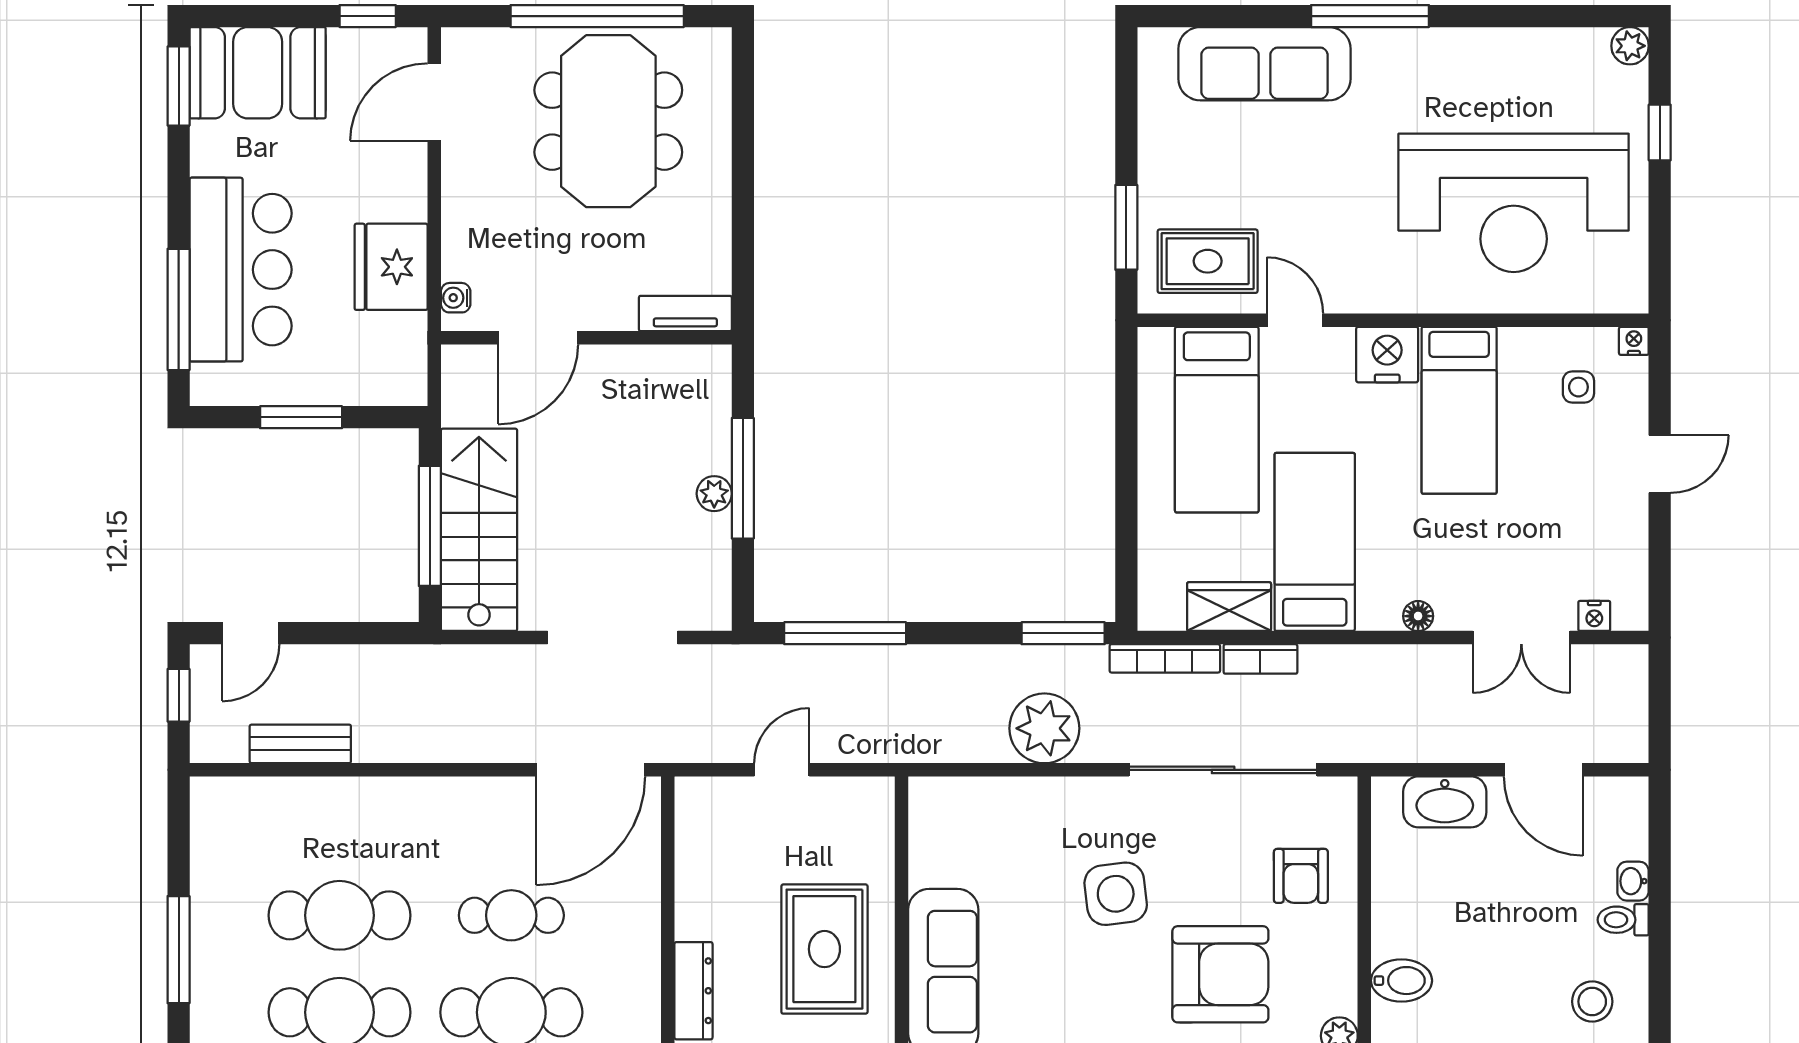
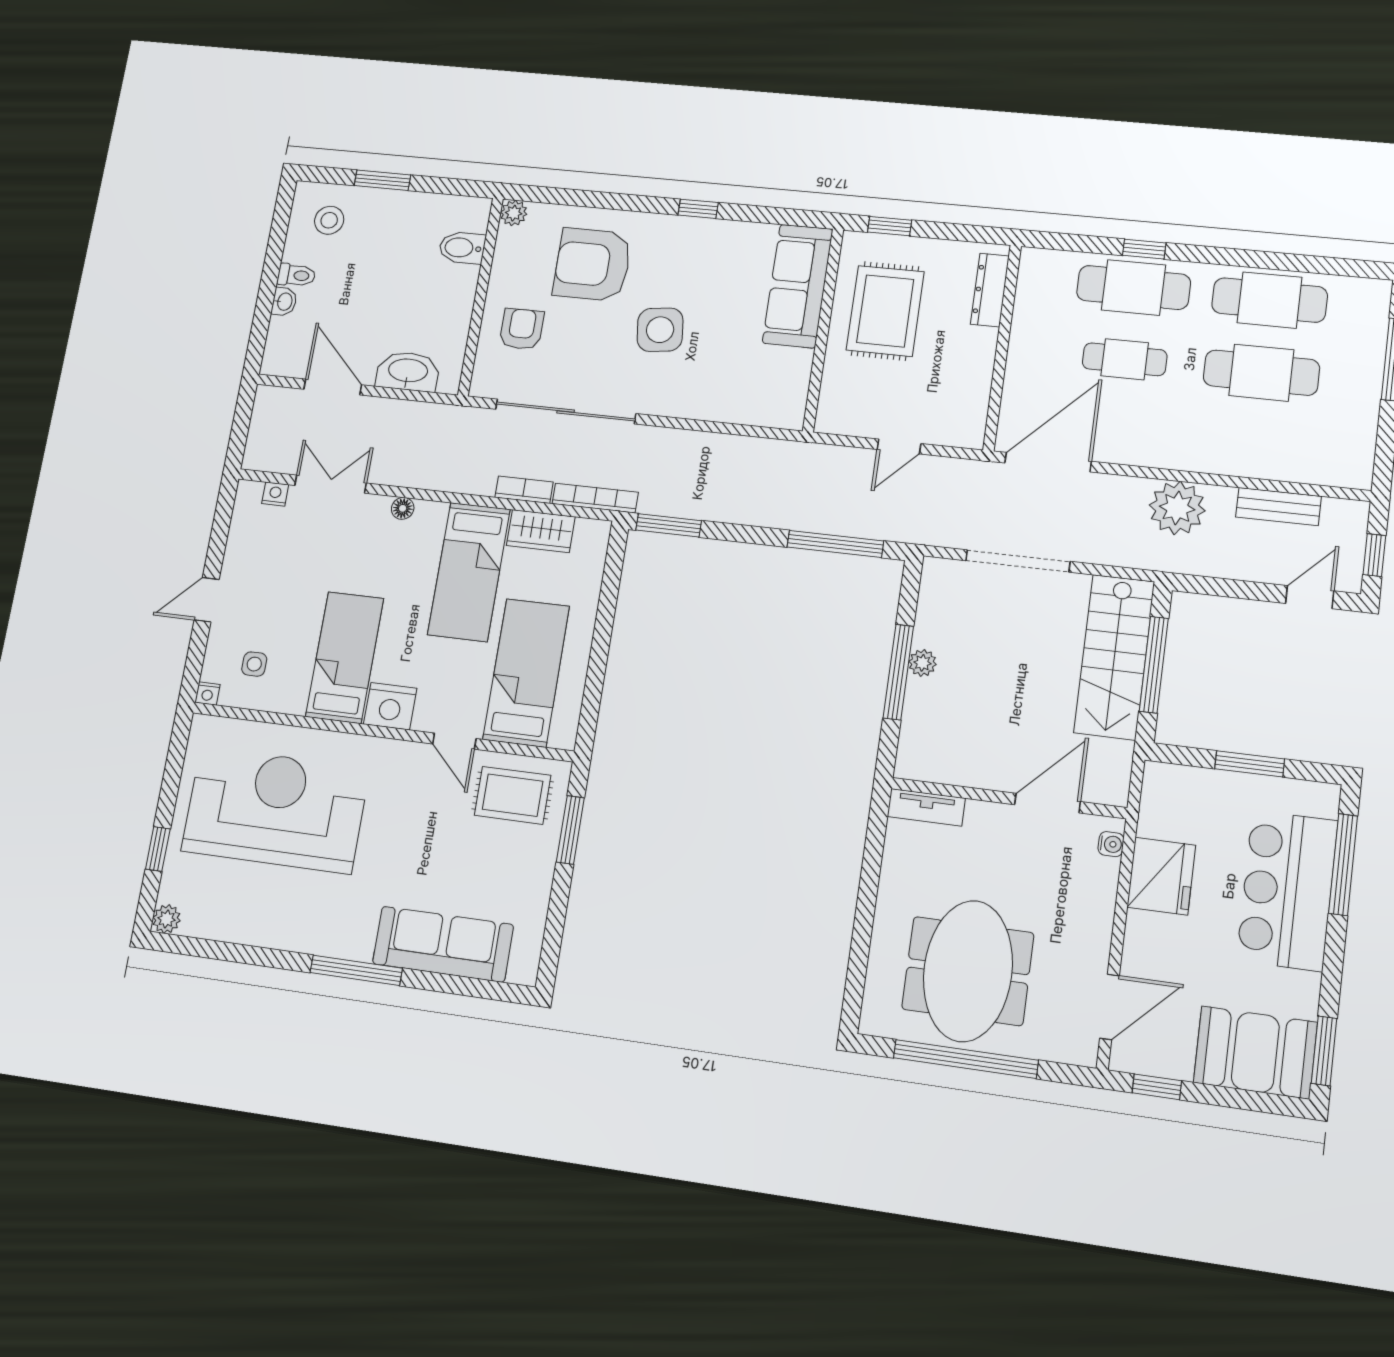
plant: (1044, 728) -> (1177, 508), moved

